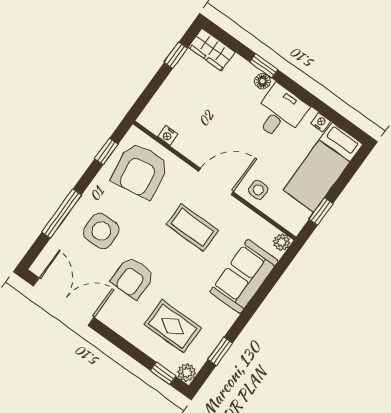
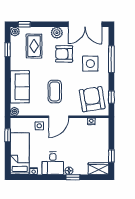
coffee table: (192, 227) -> (55, 91), turned 90
armchair: (133, 278) -> (64, 54), turned -90
plant: (120, 321) -> (57, 33), added
rug: (173, 326) -> (34, 46), turned 90

